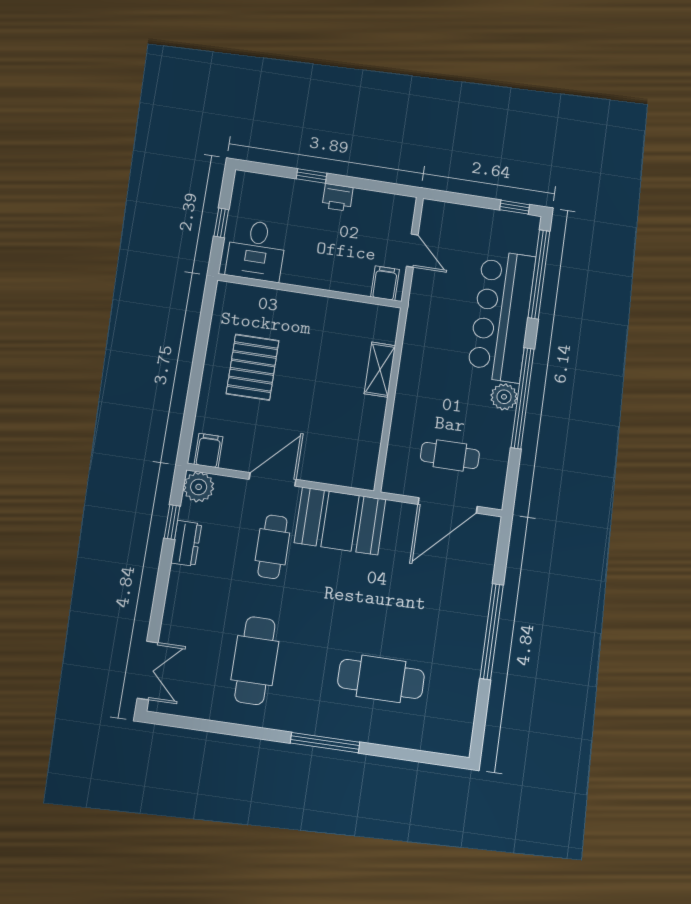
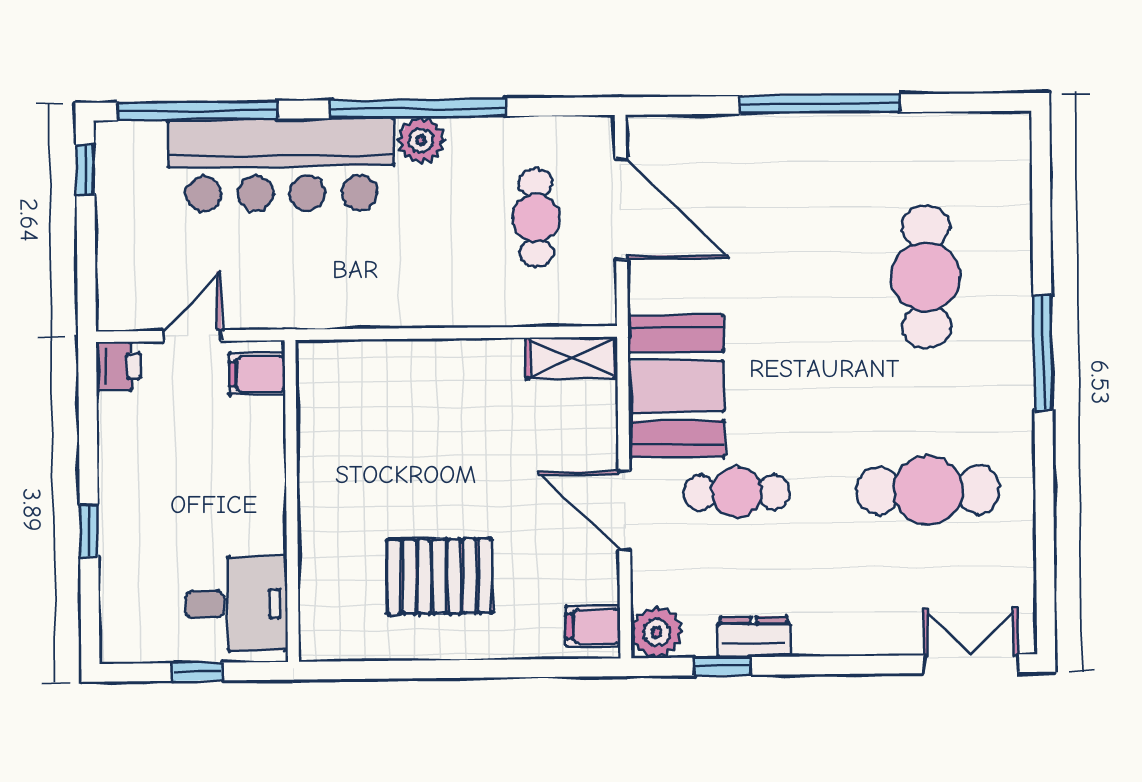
printer: (338, 197) -> (118, 366), moved
shelving: (380, 370) -> (572, 358), moved

